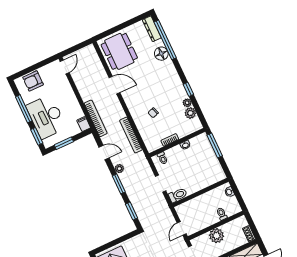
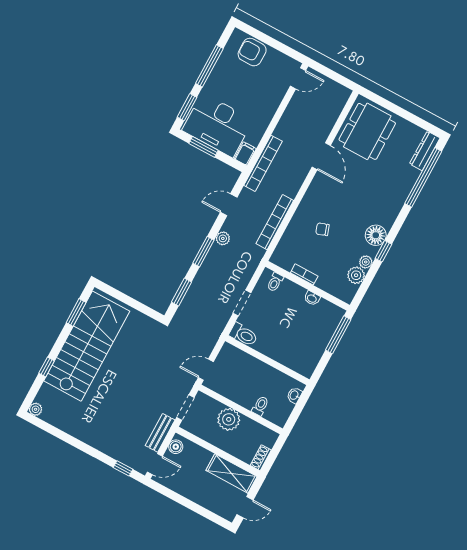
floor lamp: (161, 54) -> (376, 235), moved
desk: (46, 117) -> (218, 125), moved, turned -90
door: (104, 152) -> (229, 205), swing flipped

